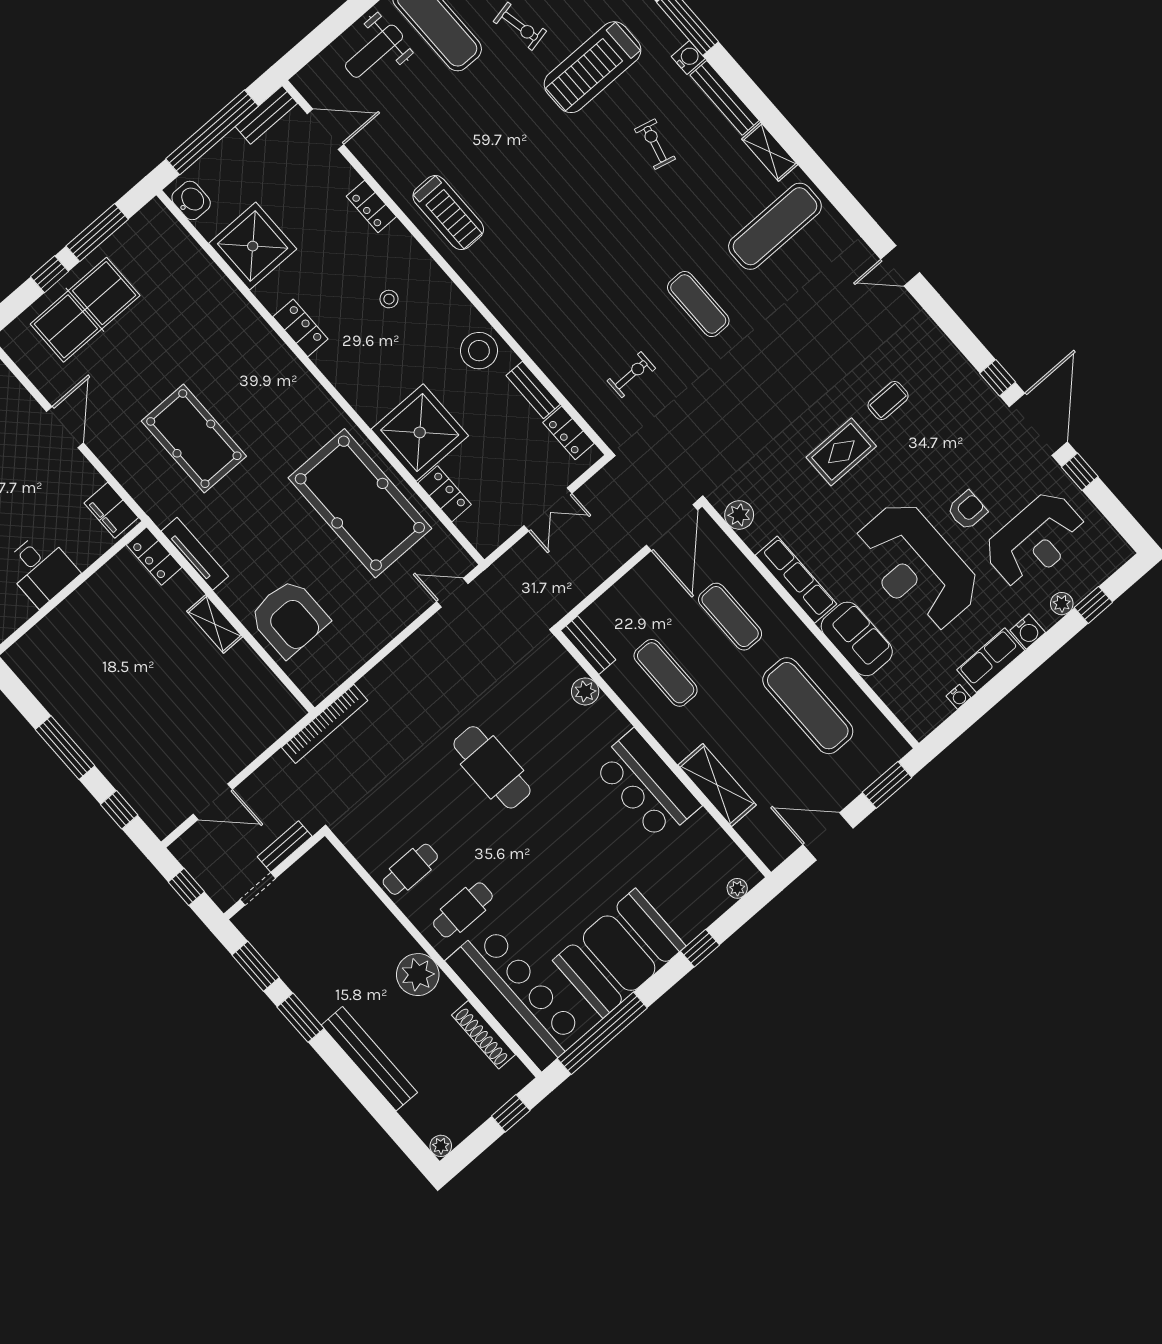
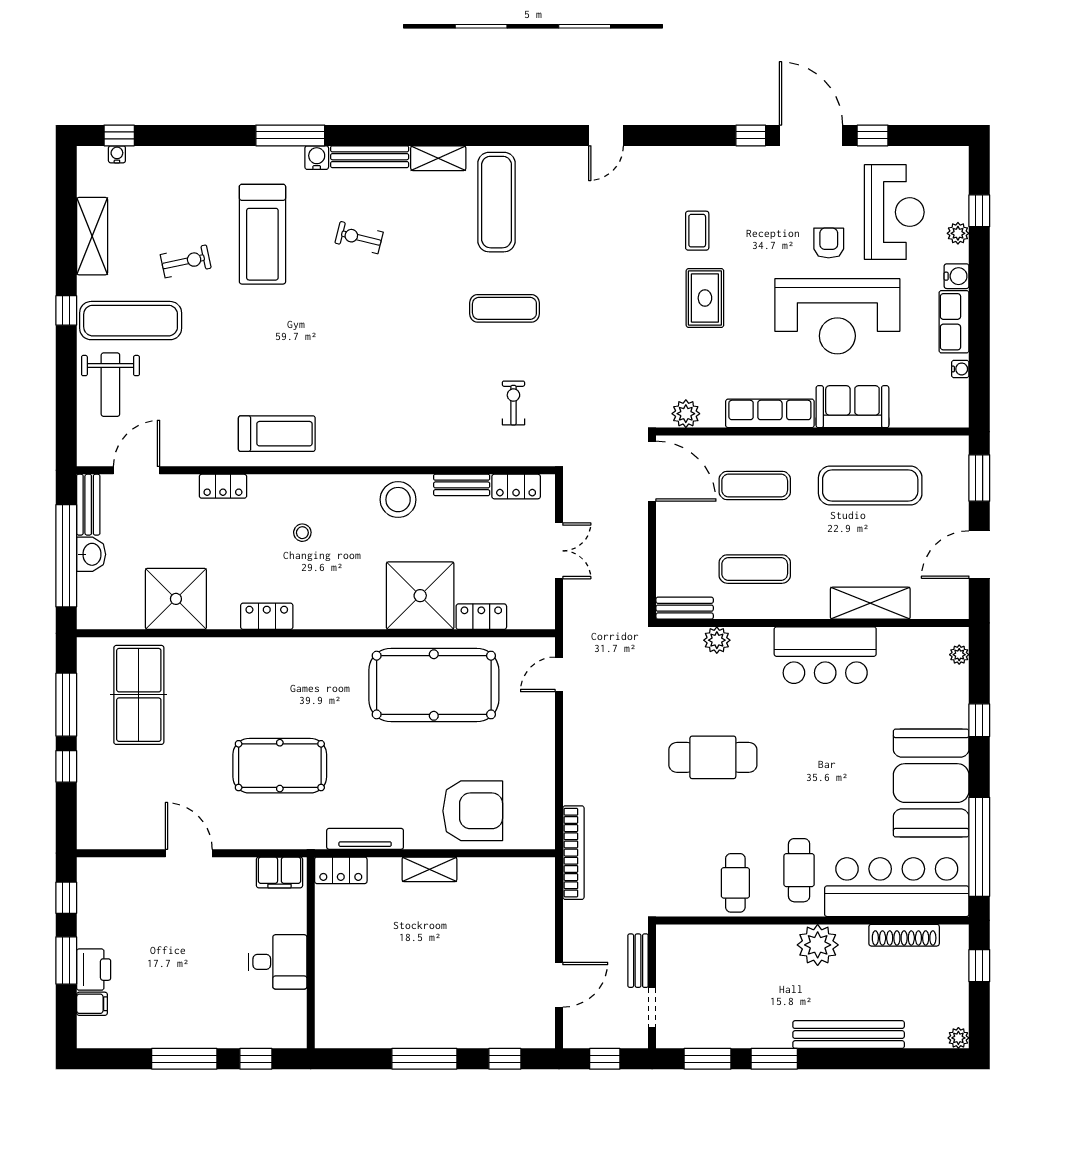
washbasin: (191, 200) -> (91, 554), moved, turned 90
table tennis table: (85, 310) -> (139, 695), moved

